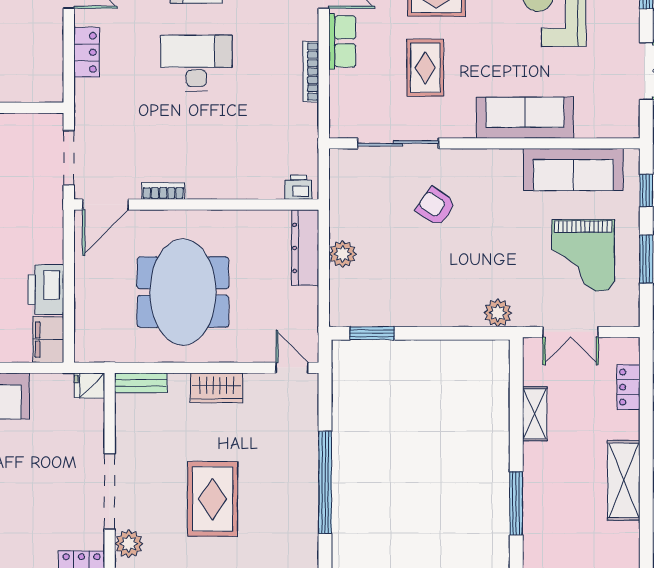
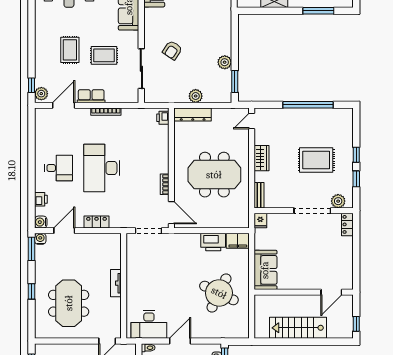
desk: (196, 63) -> (102, 168), width x1.36, depth x1.30
plant: (498, 313) -> (225, 62), moved

